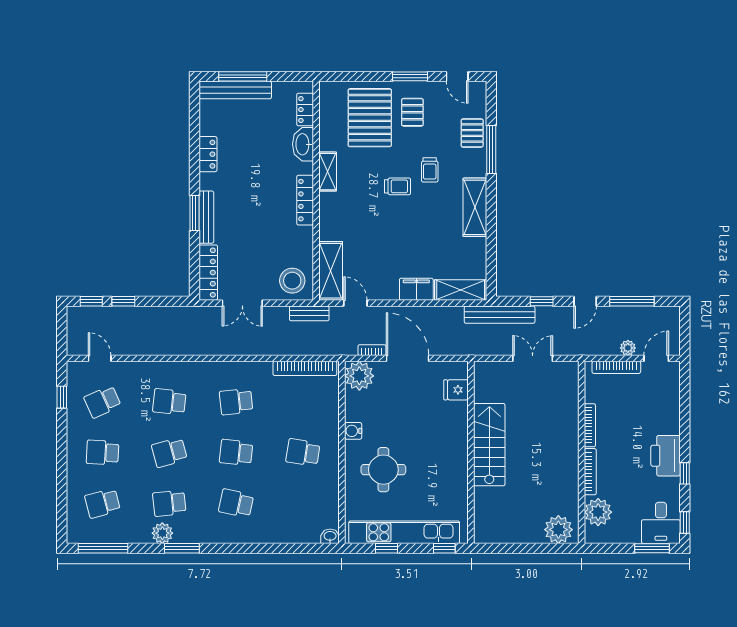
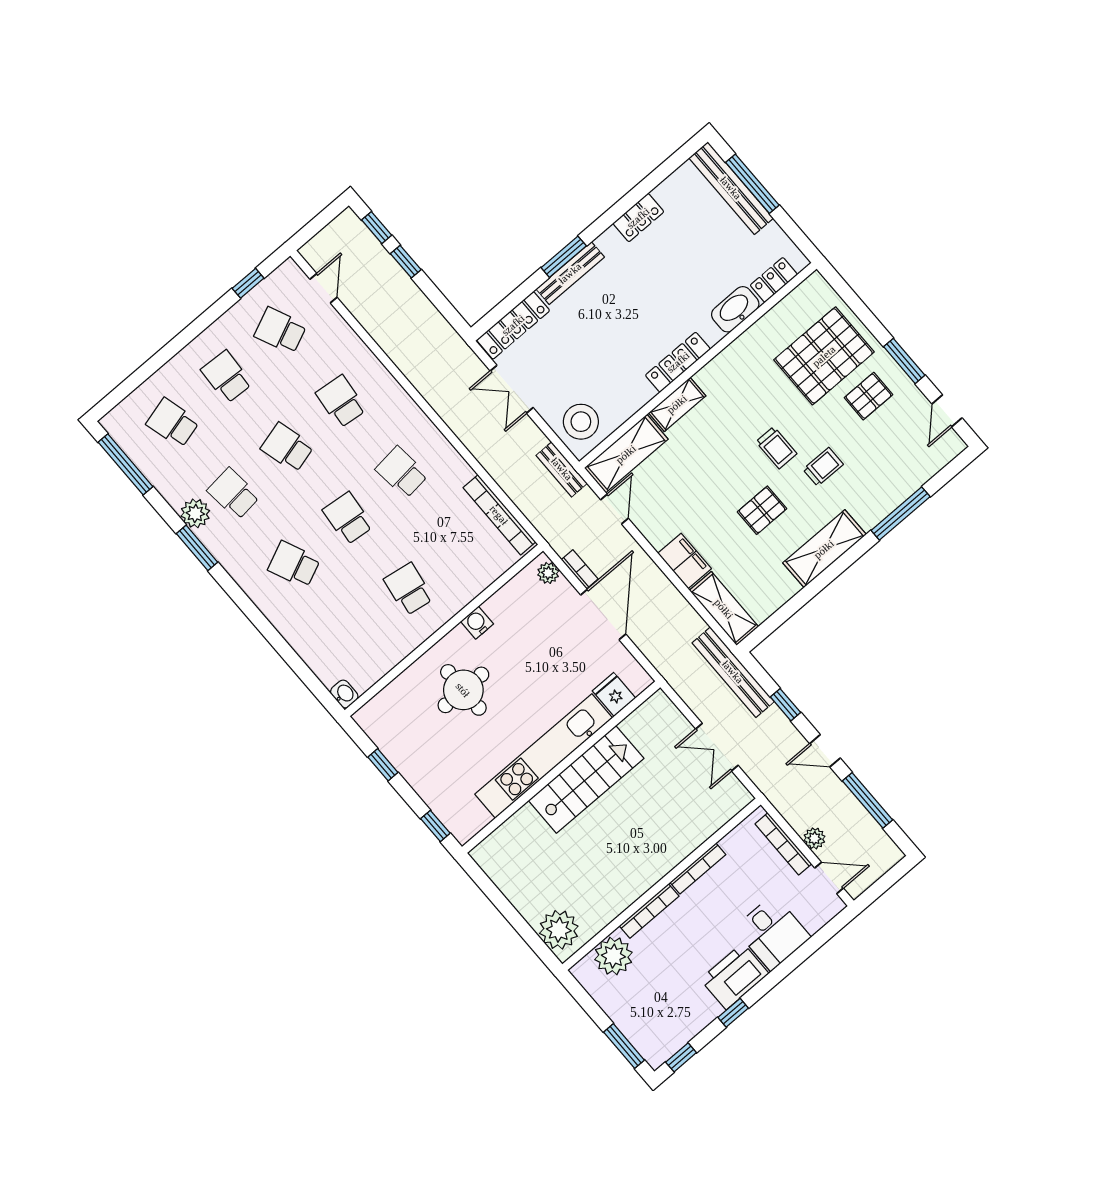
pallet: (472, 133) -> (762, 510), moved
trolley: (430, 170) -> (823, 467), turned 180
shelving: (328, 172) -> (677, 404), moved
double door: (533, 358) -> (717, 747), swing flipped
plant: (359, 376) -> (548, 573), width x0.53, depth x0.53
school desk: (236, 503) -> (294, 564), turned -36
desk: (661, 523) -> (772, 932), moved, turned -90
kitchen unit: (404, 532) -> (544, 756), moved, turned -90

